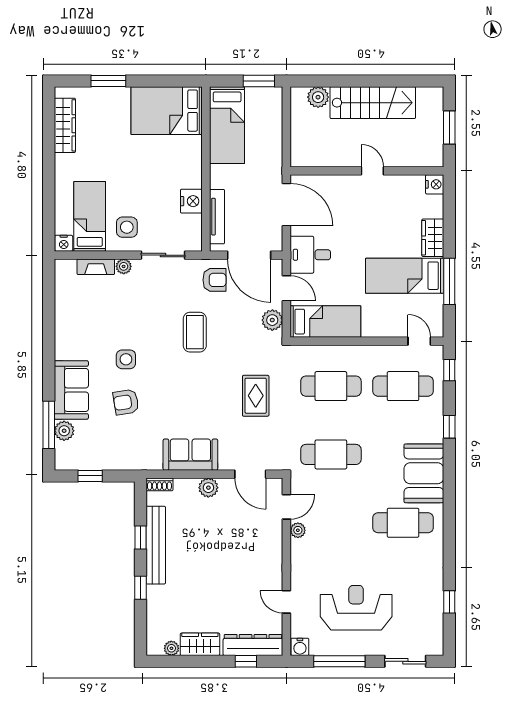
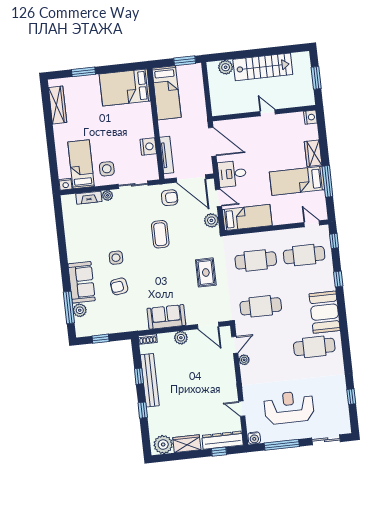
plant: (171, 648) -> (163, 445), width x1.87, depth x1.87

